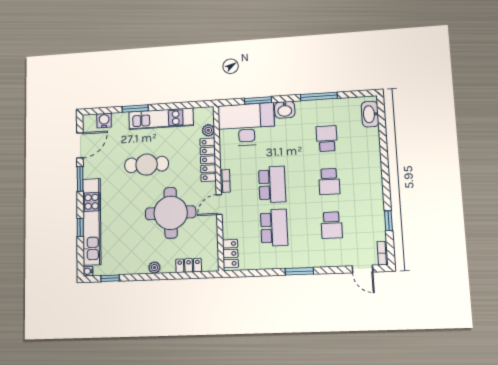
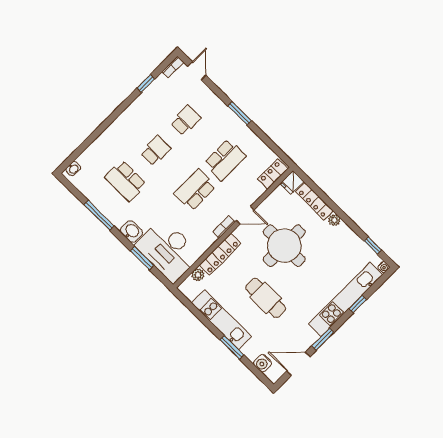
washbasin: (370, 114) -> (73, 169), width x0.52, depth x0.69
school desk: (327, 139) -> (126, 181), width x1.85
school desk: (274, 228) -> (225, 160), turned 180
fridge: (211, 262) -> (292, 182), added
locker: (189, 265) -> (314, 201), width x1.53

